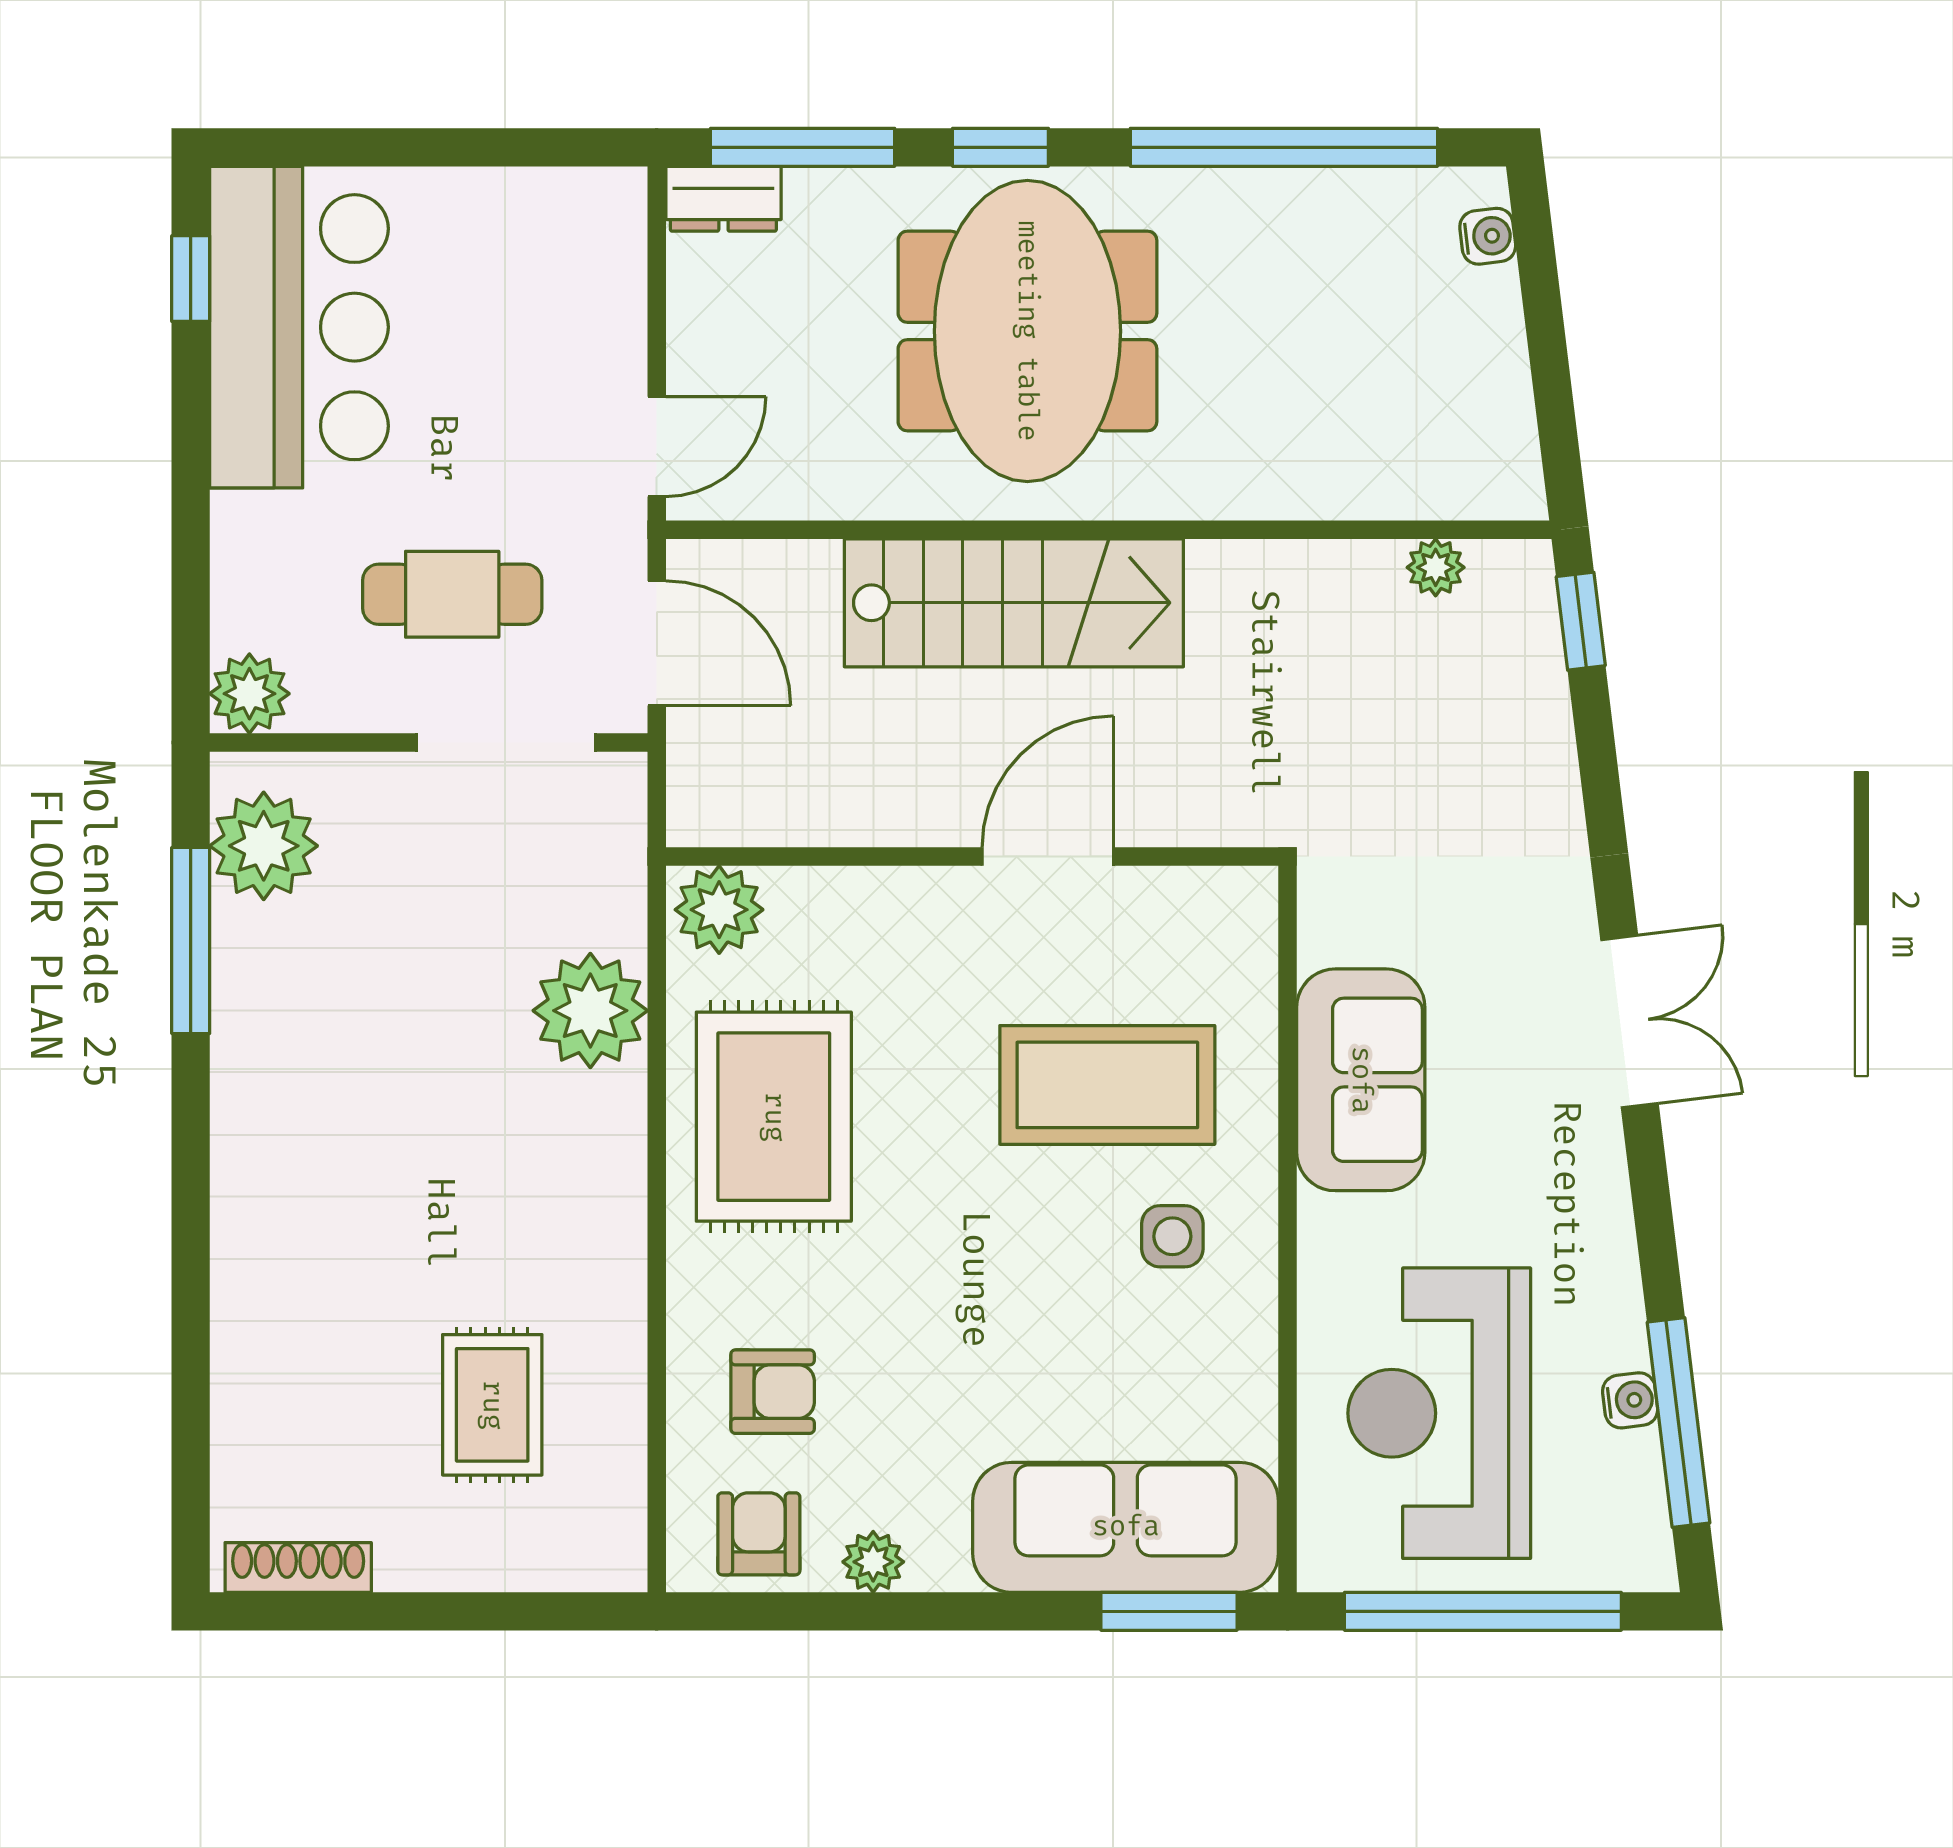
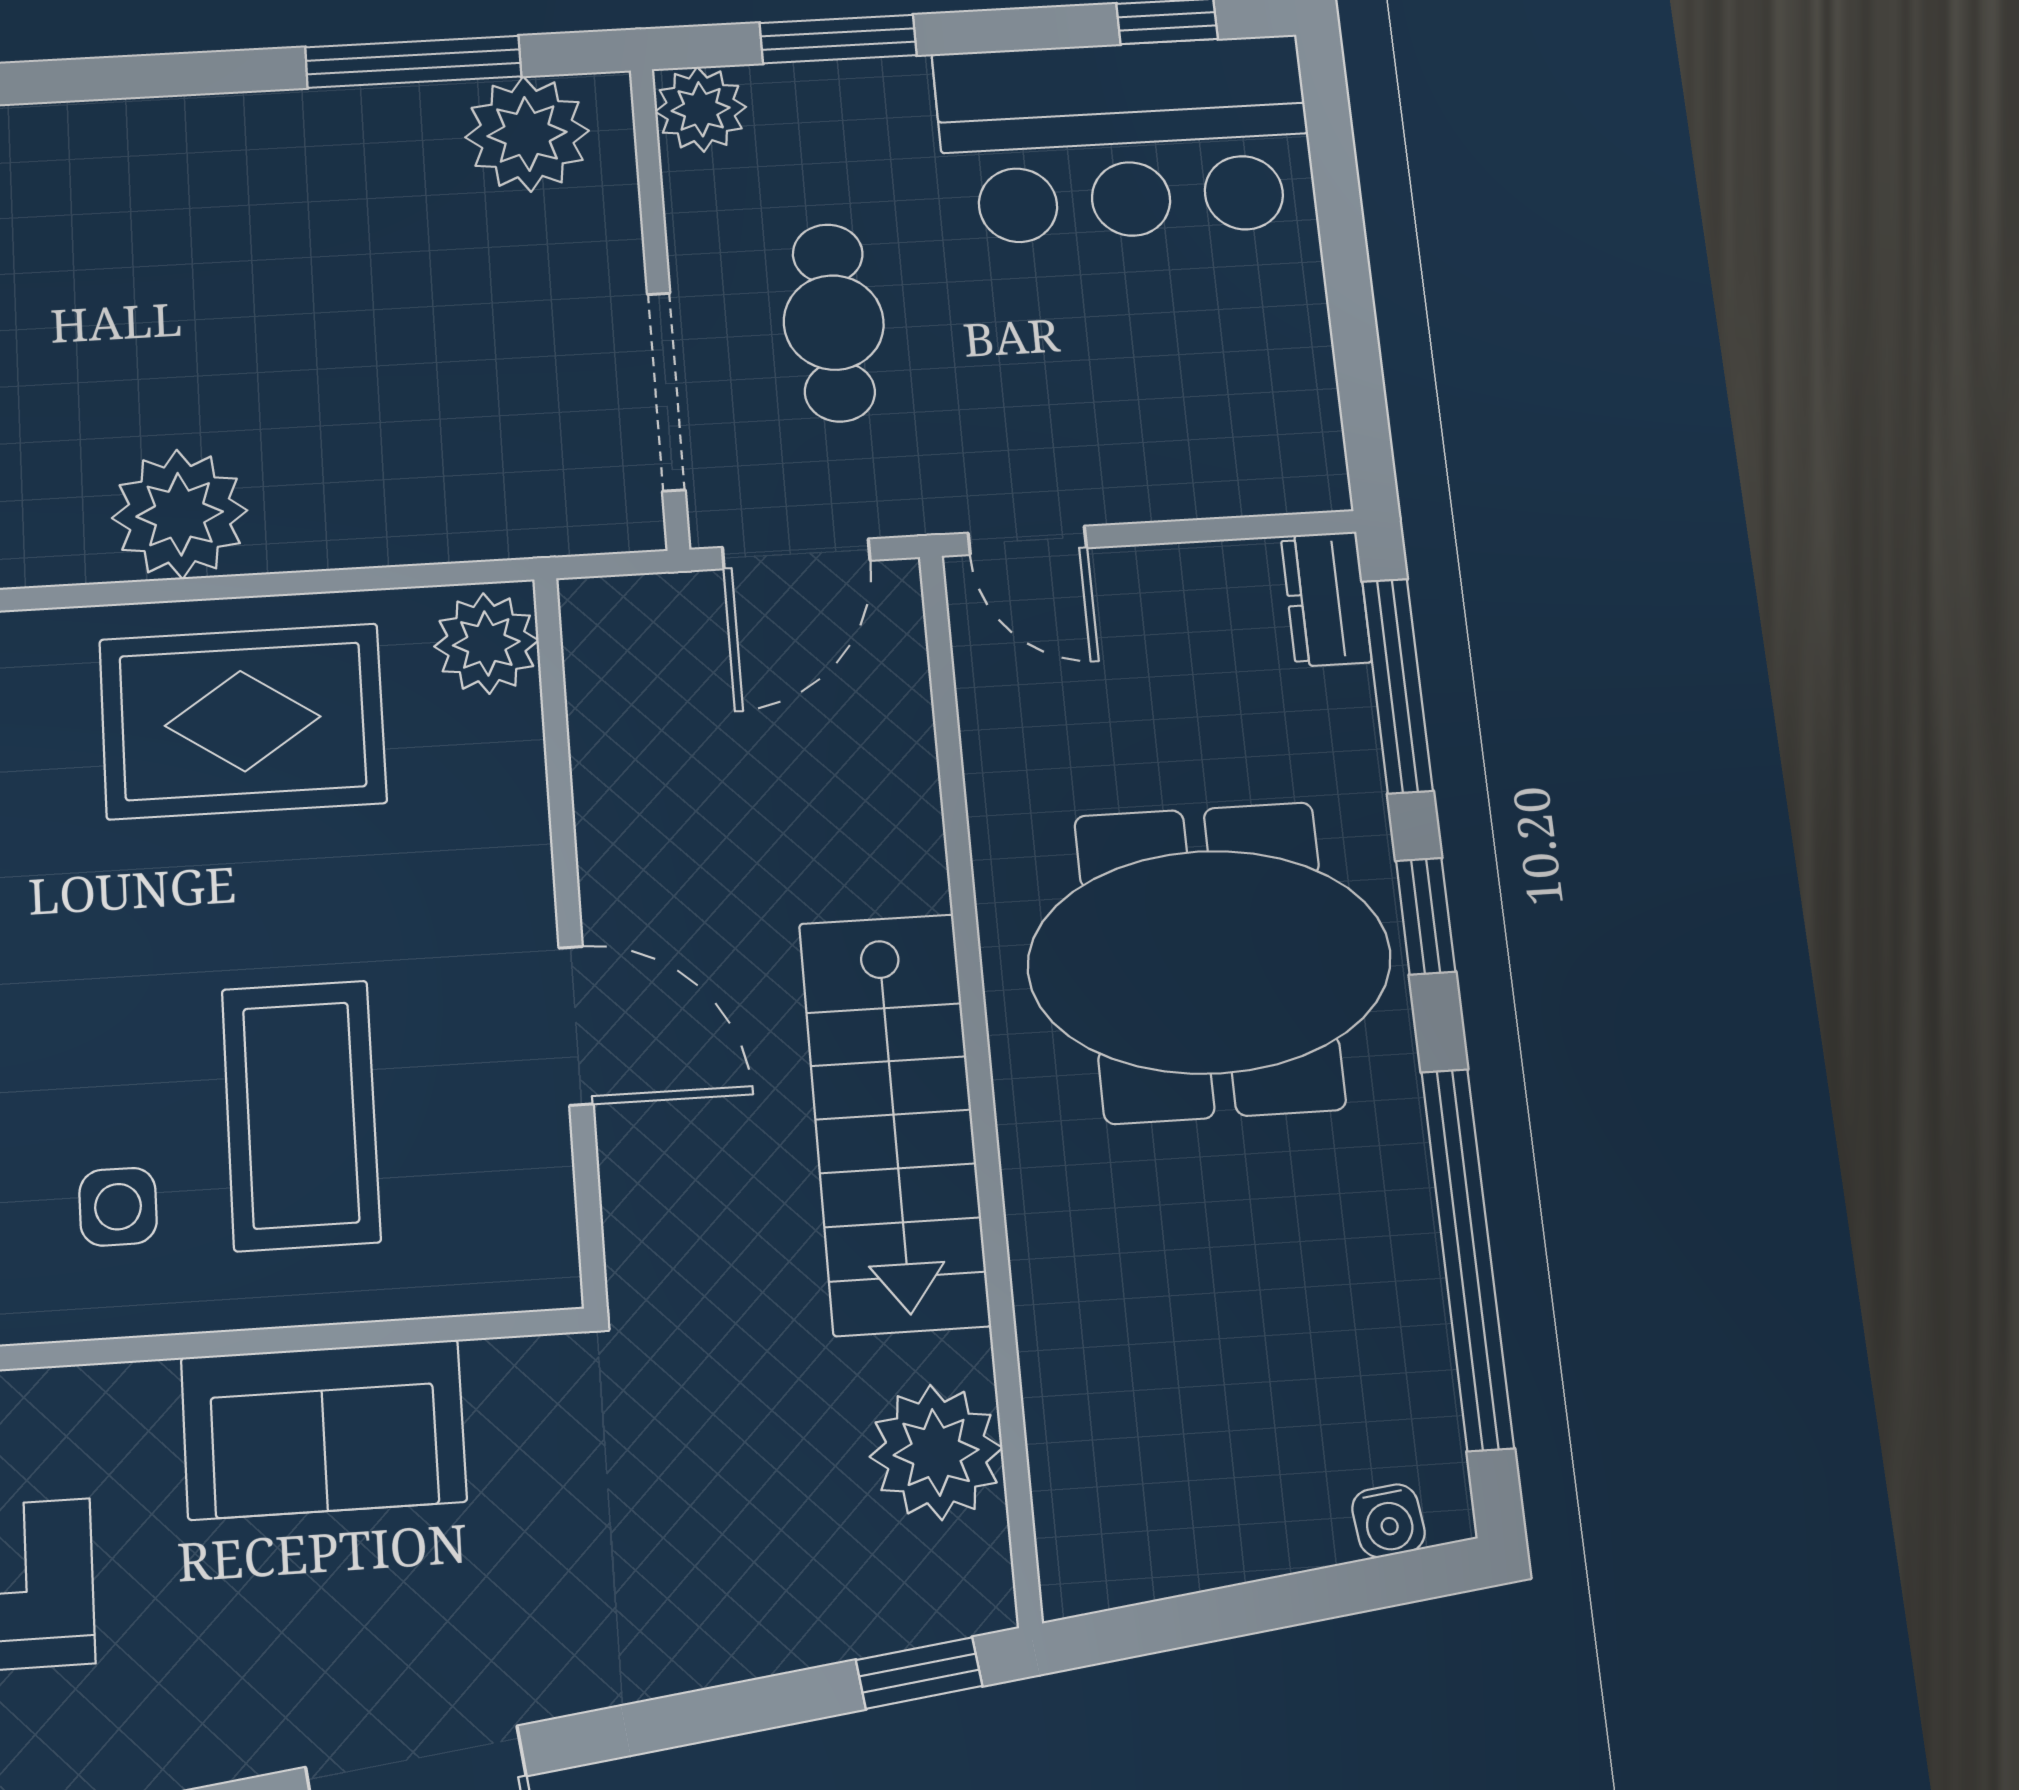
plant: (1436, 567) -> (936, 1452), width x1.88, depth x1.88
window: (191, 568) -> (838, 39), added
stairs: (1014, 603) -> (894, 1123), moved
plant: (590, 1011) -> (180, 514), moved

